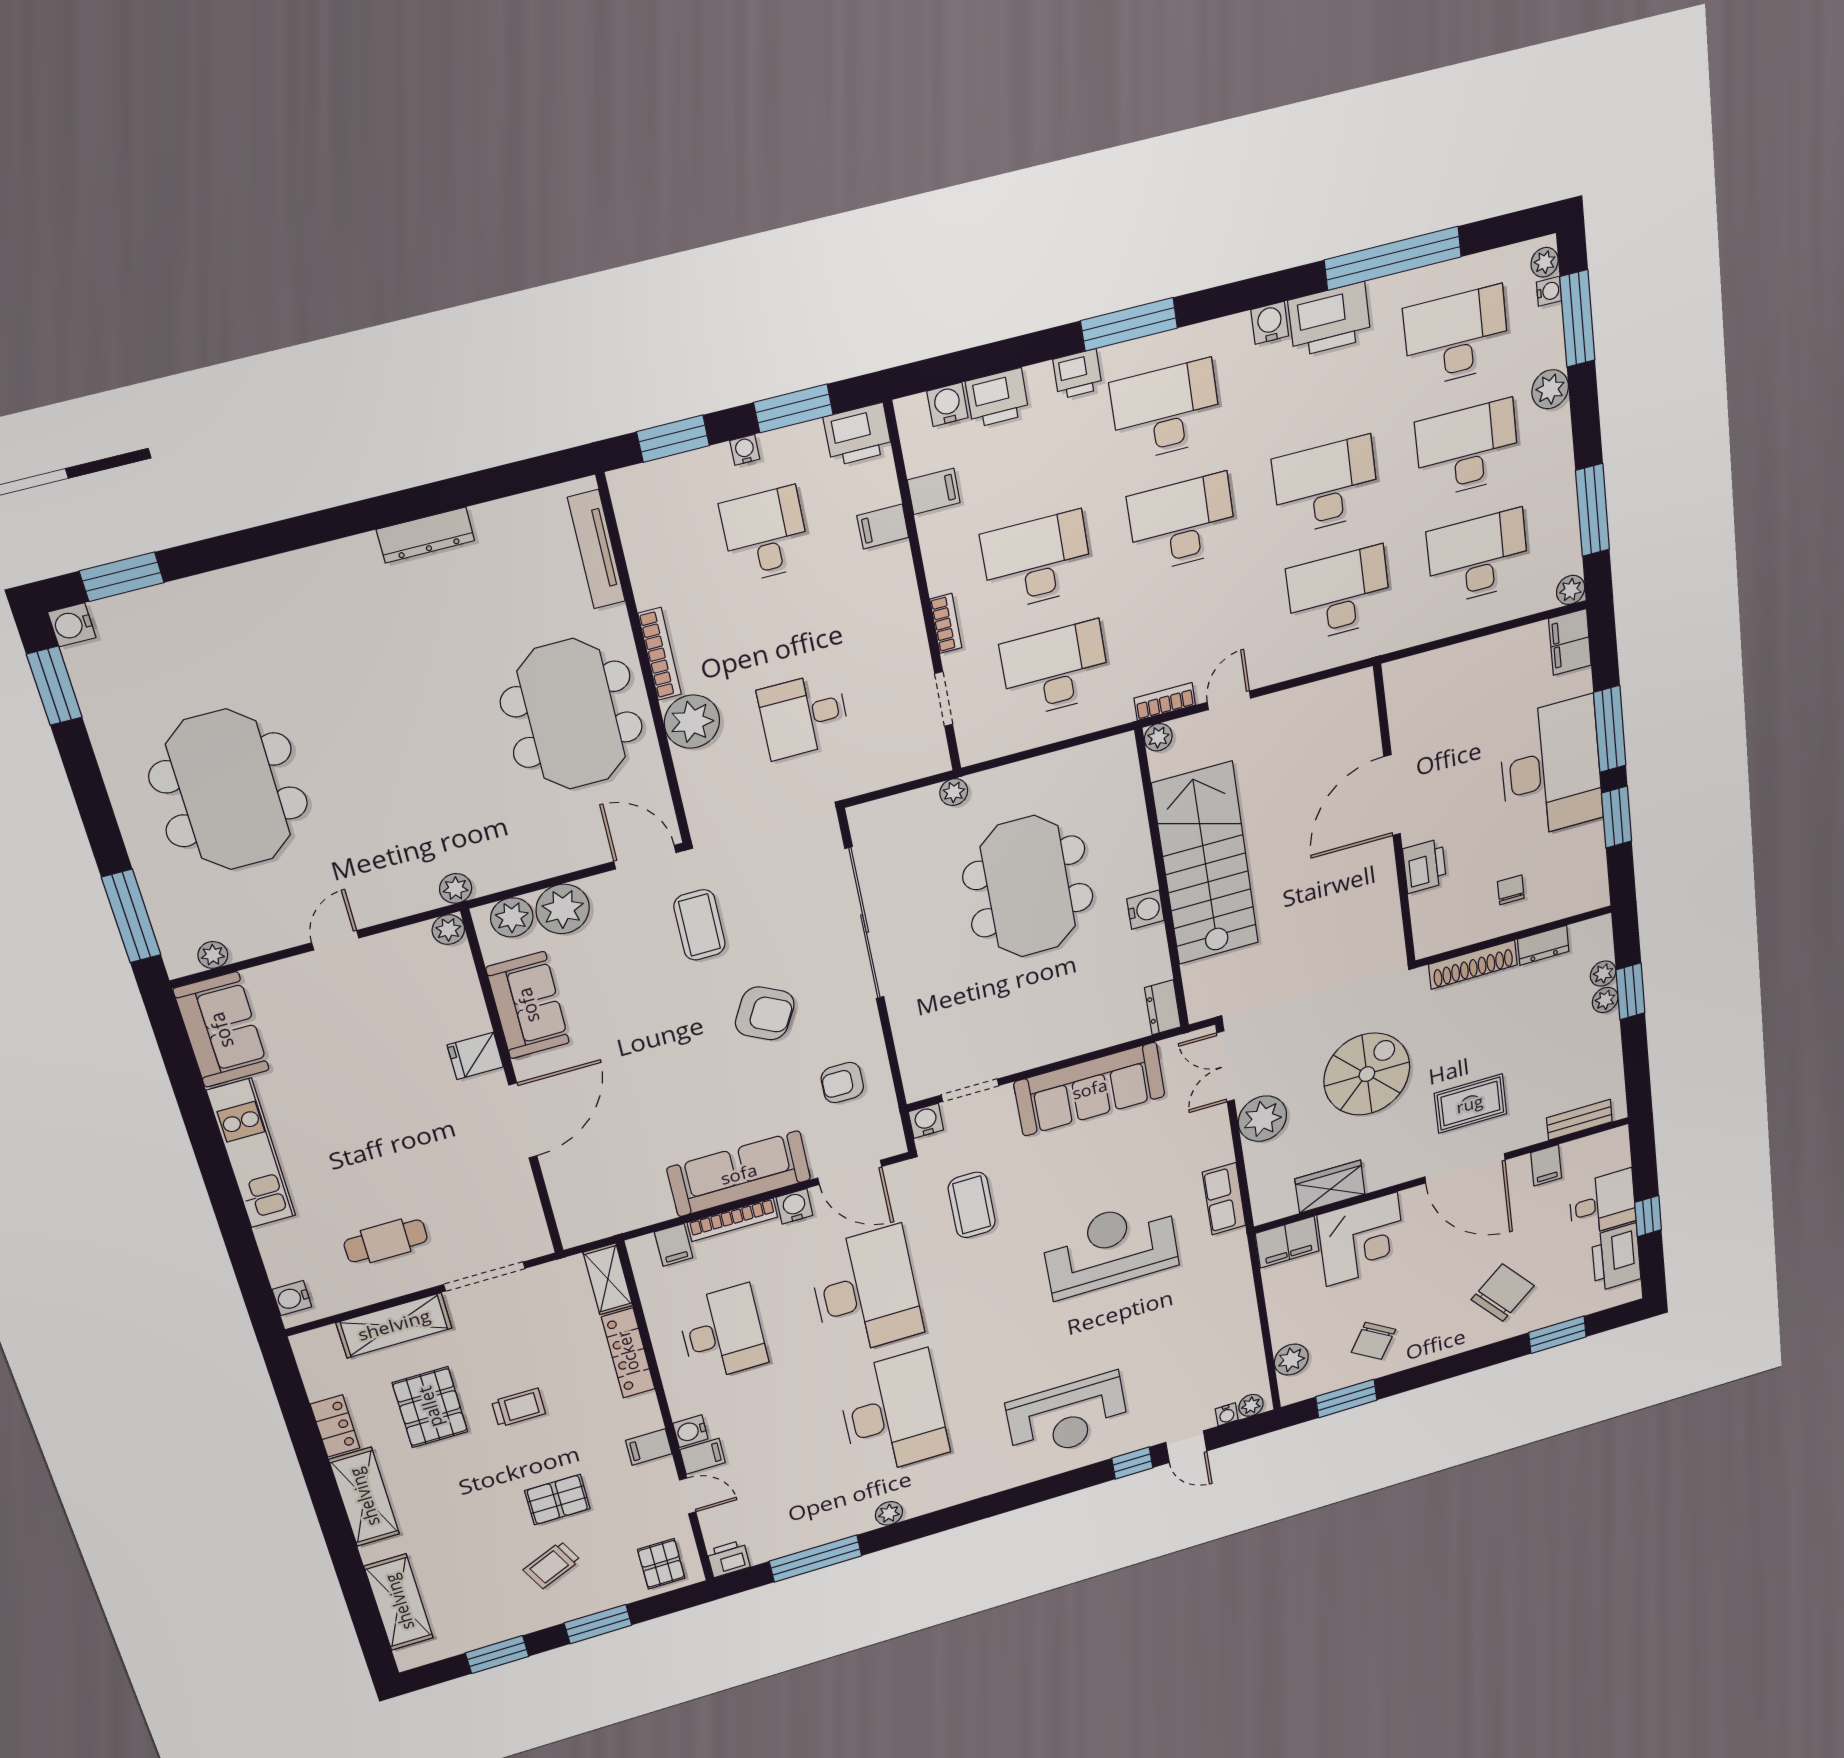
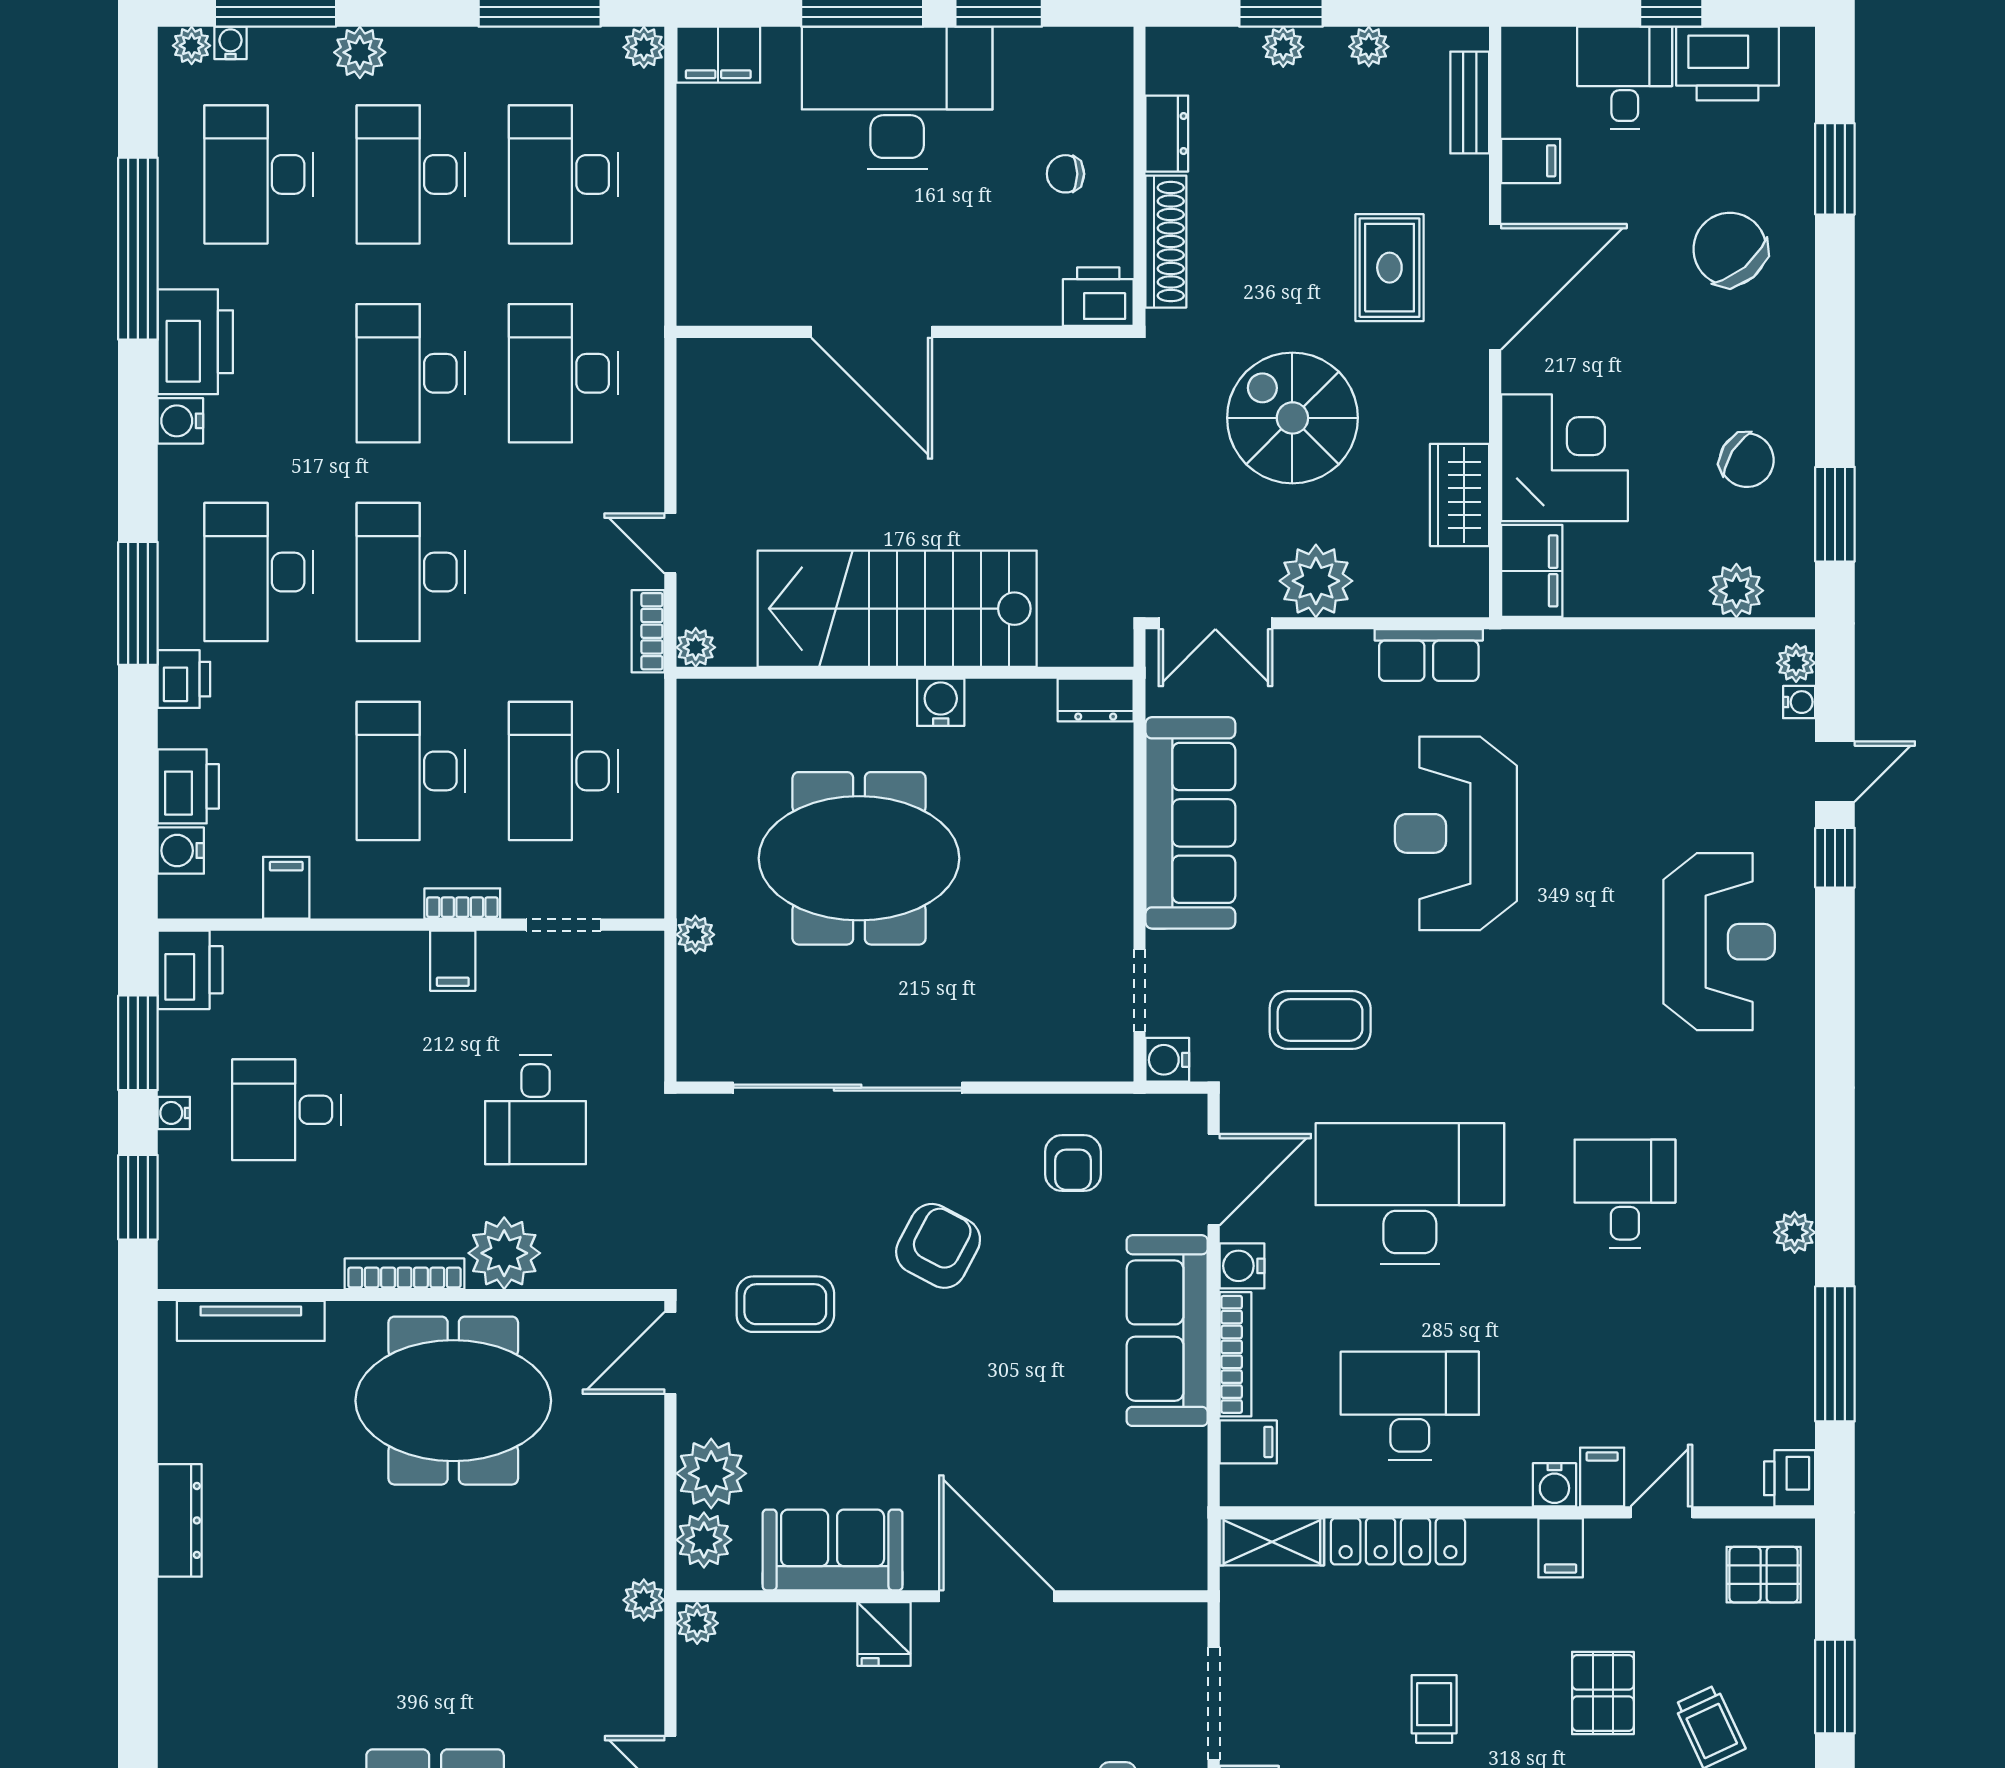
filing cabinet: (883, 527) -> (453, 961), moved
printer: (1425, 866) -> (1098, 297), moved
plant: (1603, 974) -> (1369, 47), moved
desk: (893, 1413) -> (1625, 1194), width x0.53, depth x0.77

